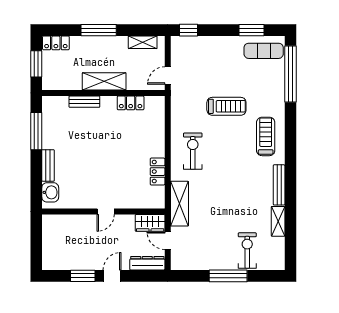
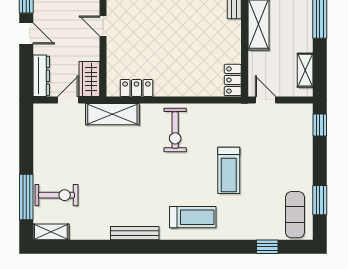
window: (290, 74) -> (267, 247), width x0.32
locker: (131, 103) -> (233, 80), moved
exercise bike: (193, 151) -> (175, 130), turned 90
locker: (158, 172) -> (136, 88), moved
shelving: (278, 221) -> (51, 232), moved
window: (228, 276) -> (26, 197), moved

